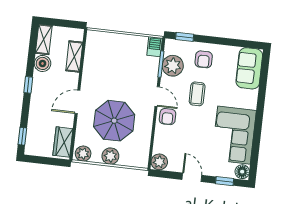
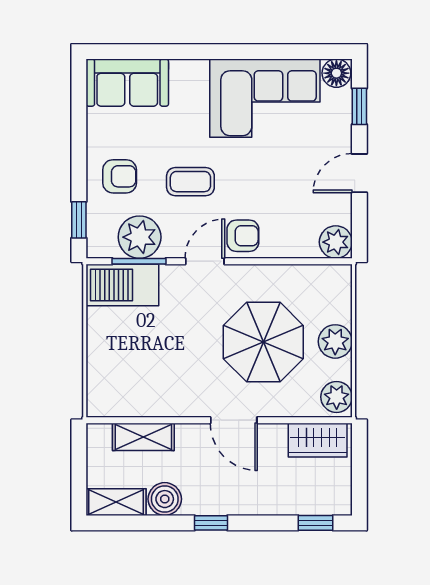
barbecue: (155, 47) -> (122, 285), width x1.88, depth x1.53

